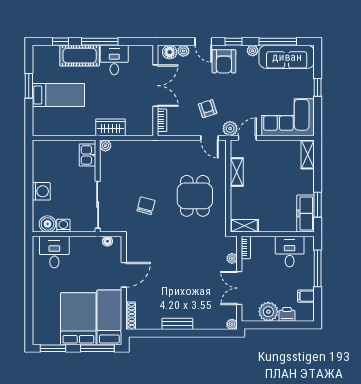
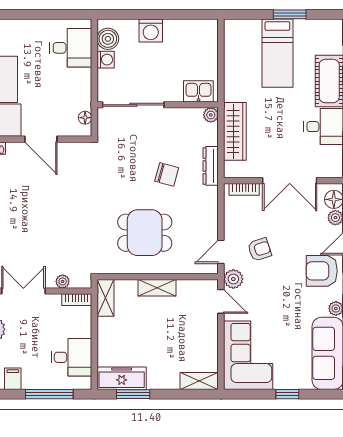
wardrobe: (111, 127) -> (235, 131), width x1.50
dresser: (144, 146) -> (211, 166), added
shelving: (237, 172) -> (157, 288), moved
chair: (146, 206) -> (167, 174), moved

